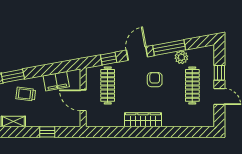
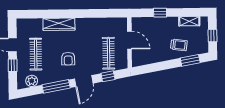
plant: (181, 57) -> (32, 81), moved
filing cabinet: (56, 81) -> (153, 56), removed
wardrobe: (143, 120) -> (59, 24), moved

